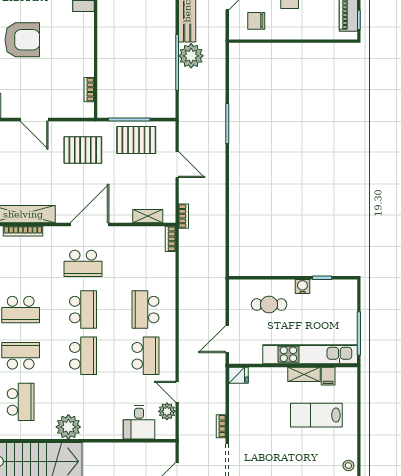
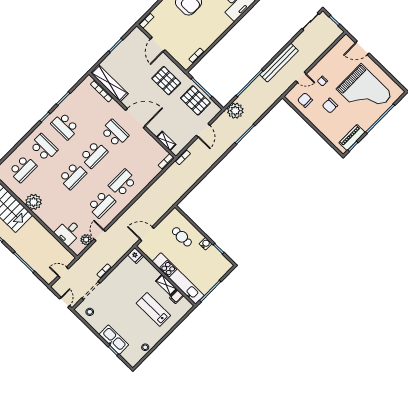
plant: (191, 56) -> (235, 111), moved
school desk: (83, 263) -> (115, 133), turned 180

